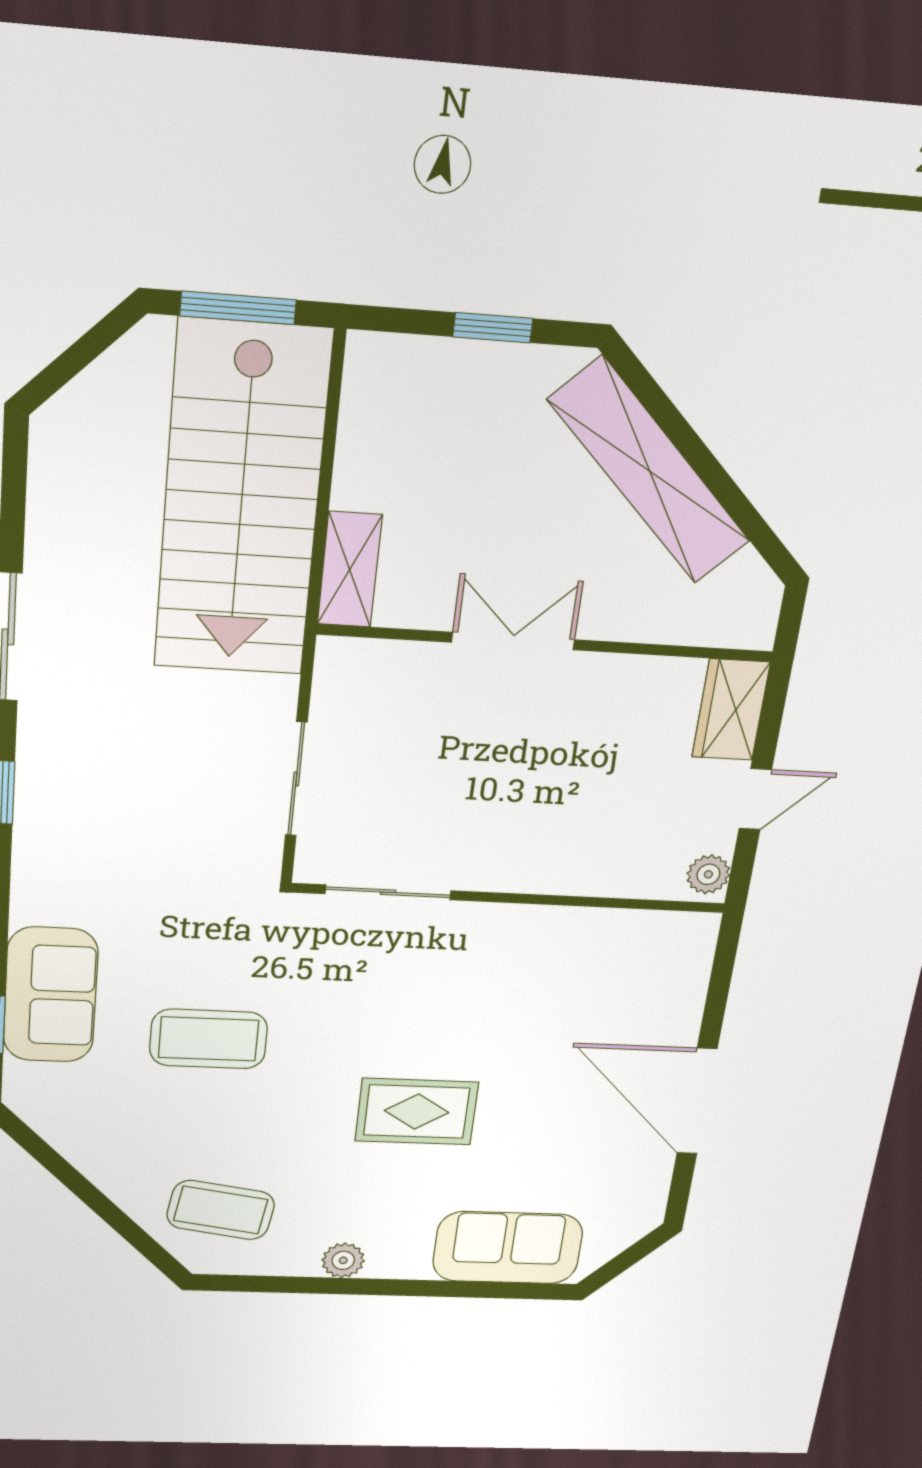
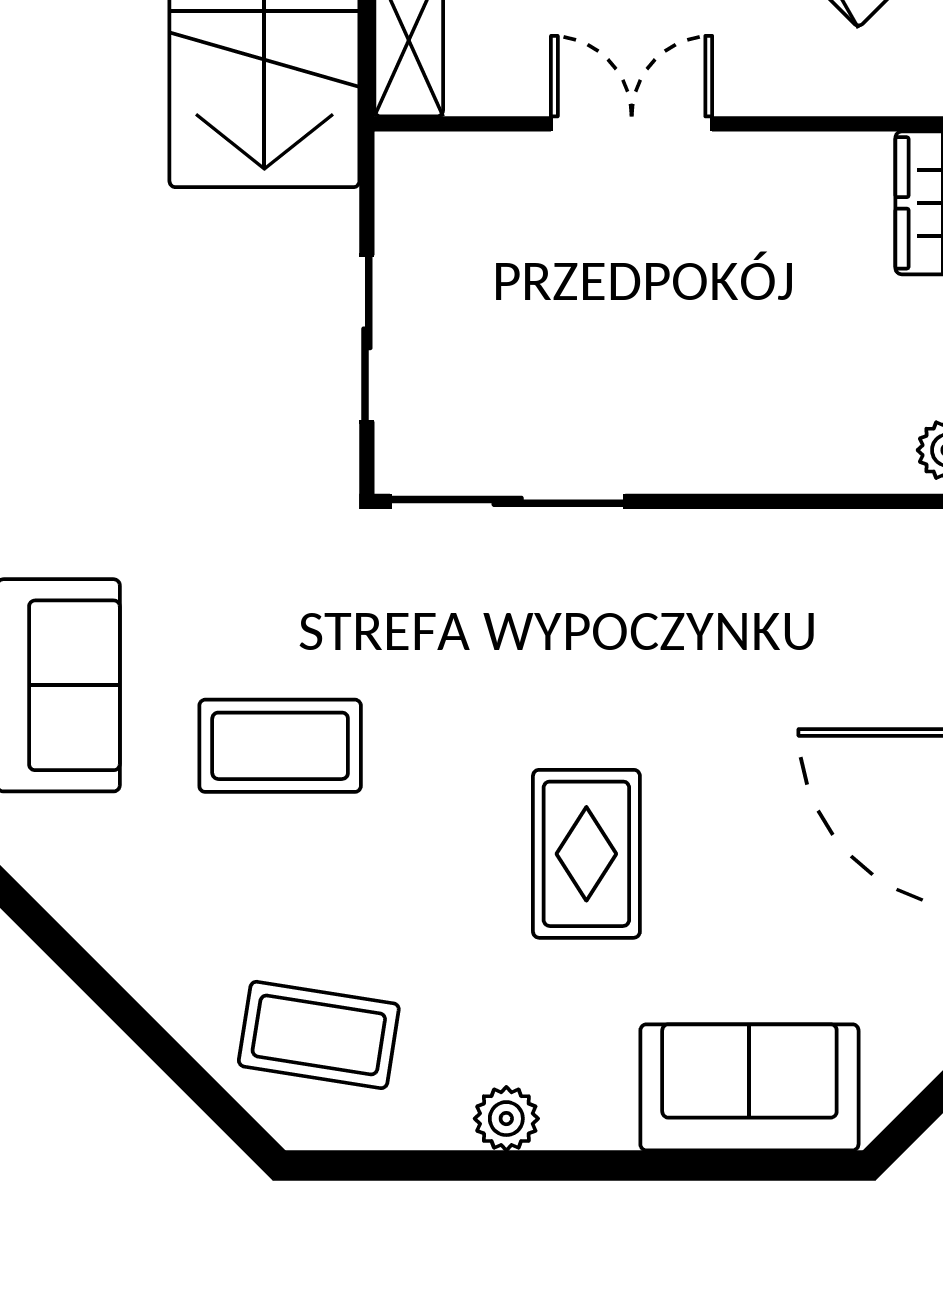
sliding door: (388, 892) -> (508, 501), width x1.37
rug: (417, 1112) -> (586, 854), turned 90

